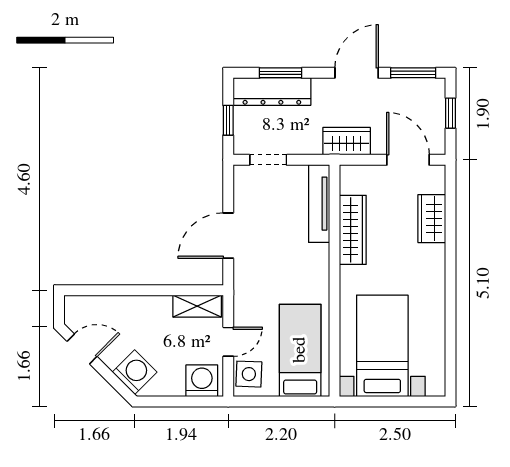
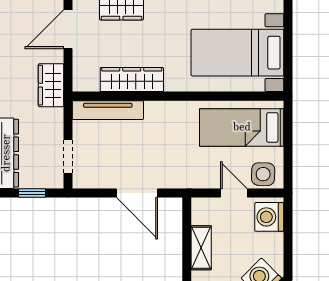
shelving: (197, 306) -> (201, 248), moved

